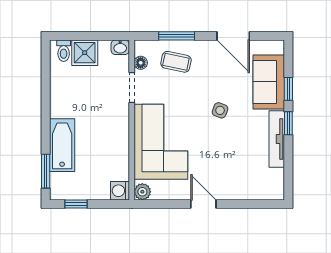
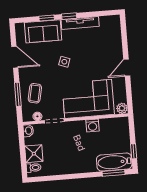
door: (233, 36) -> (15, 57), hinge flipped
bathtub: (62, 145) -> (114, 162), moved
washing machine: (120, 191) -> (93, 126), moved

